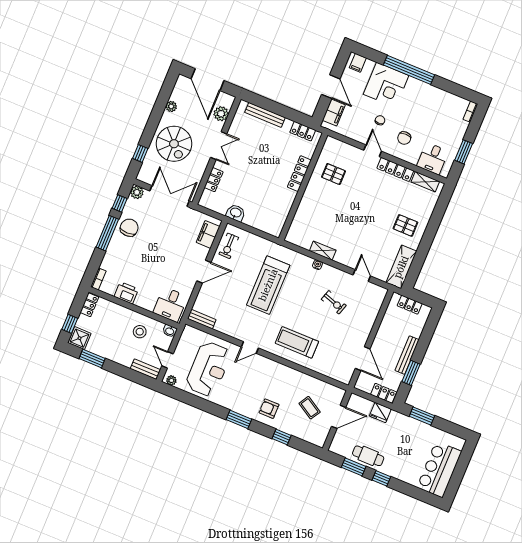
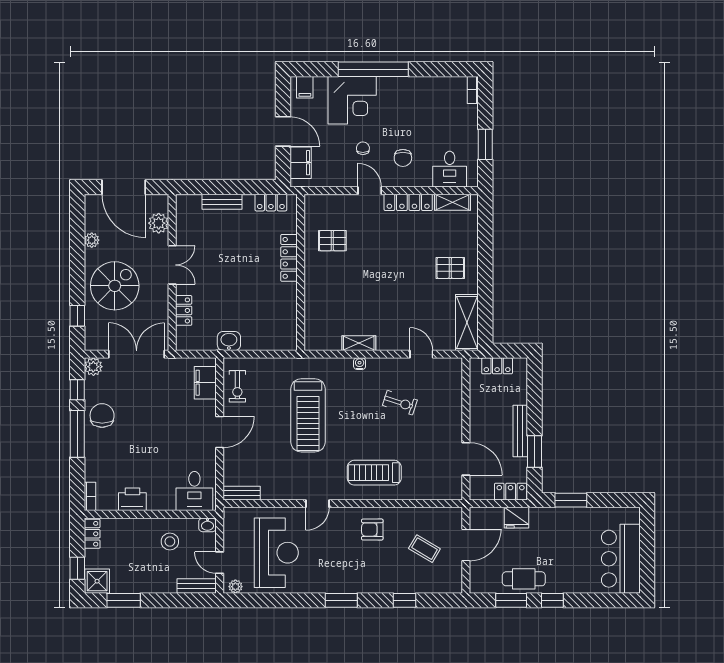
bench: (265, 115) -> (222, 202), width x0.73
spiral stairs: (174, 144) -> (115, 286), turned -90
armchair: (269, 409) -> (372, 530), moved

